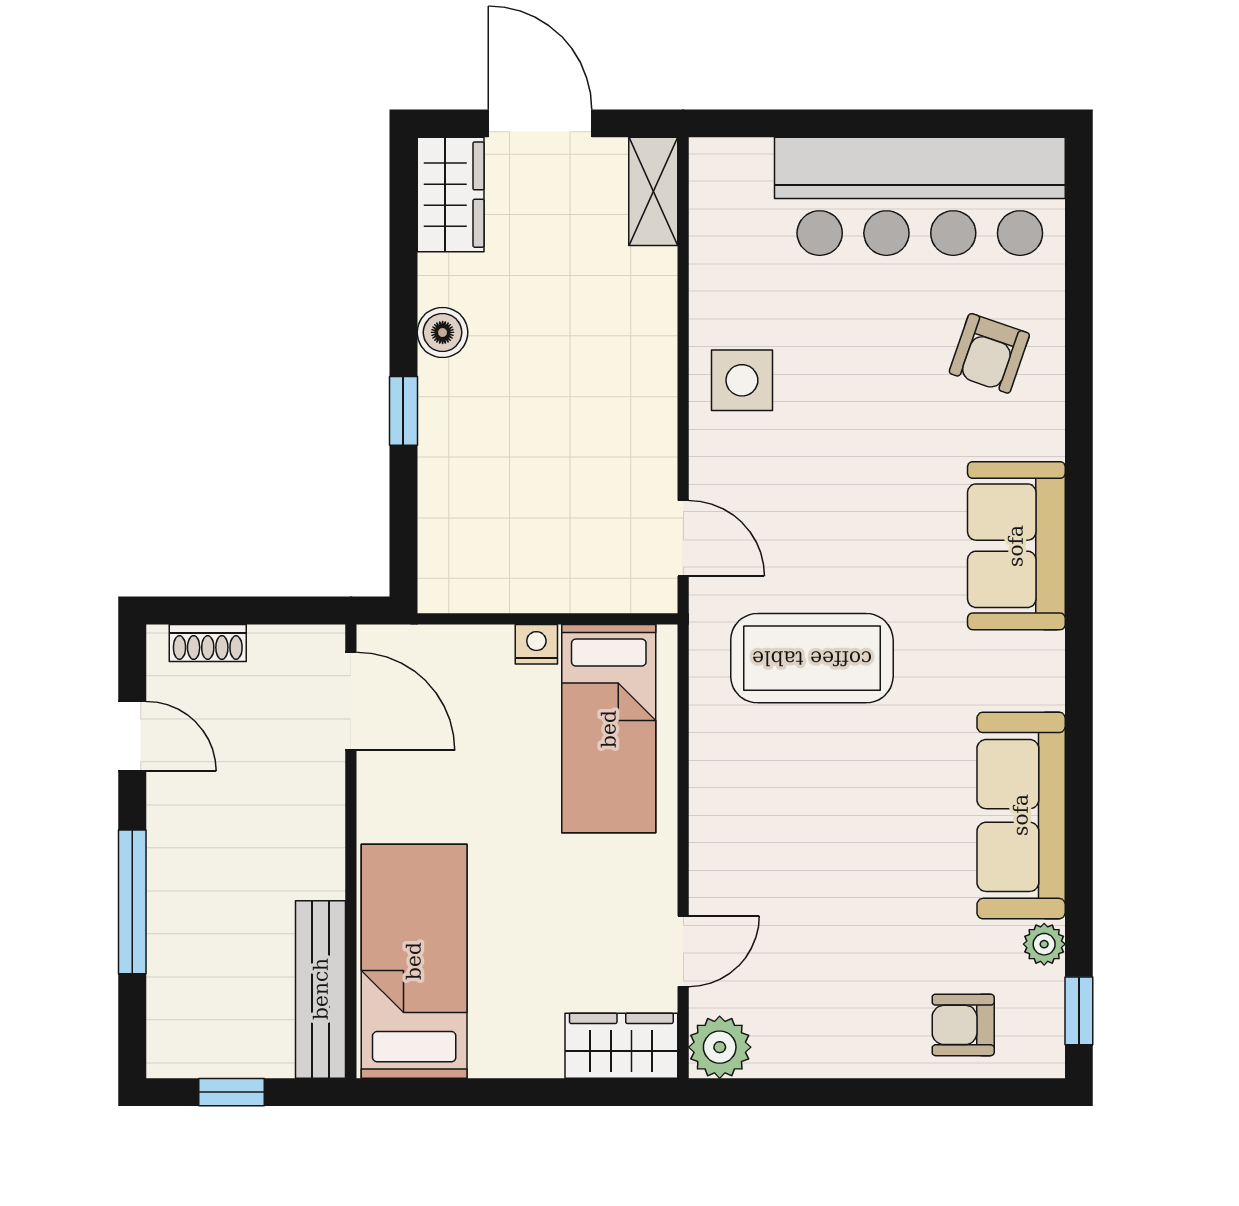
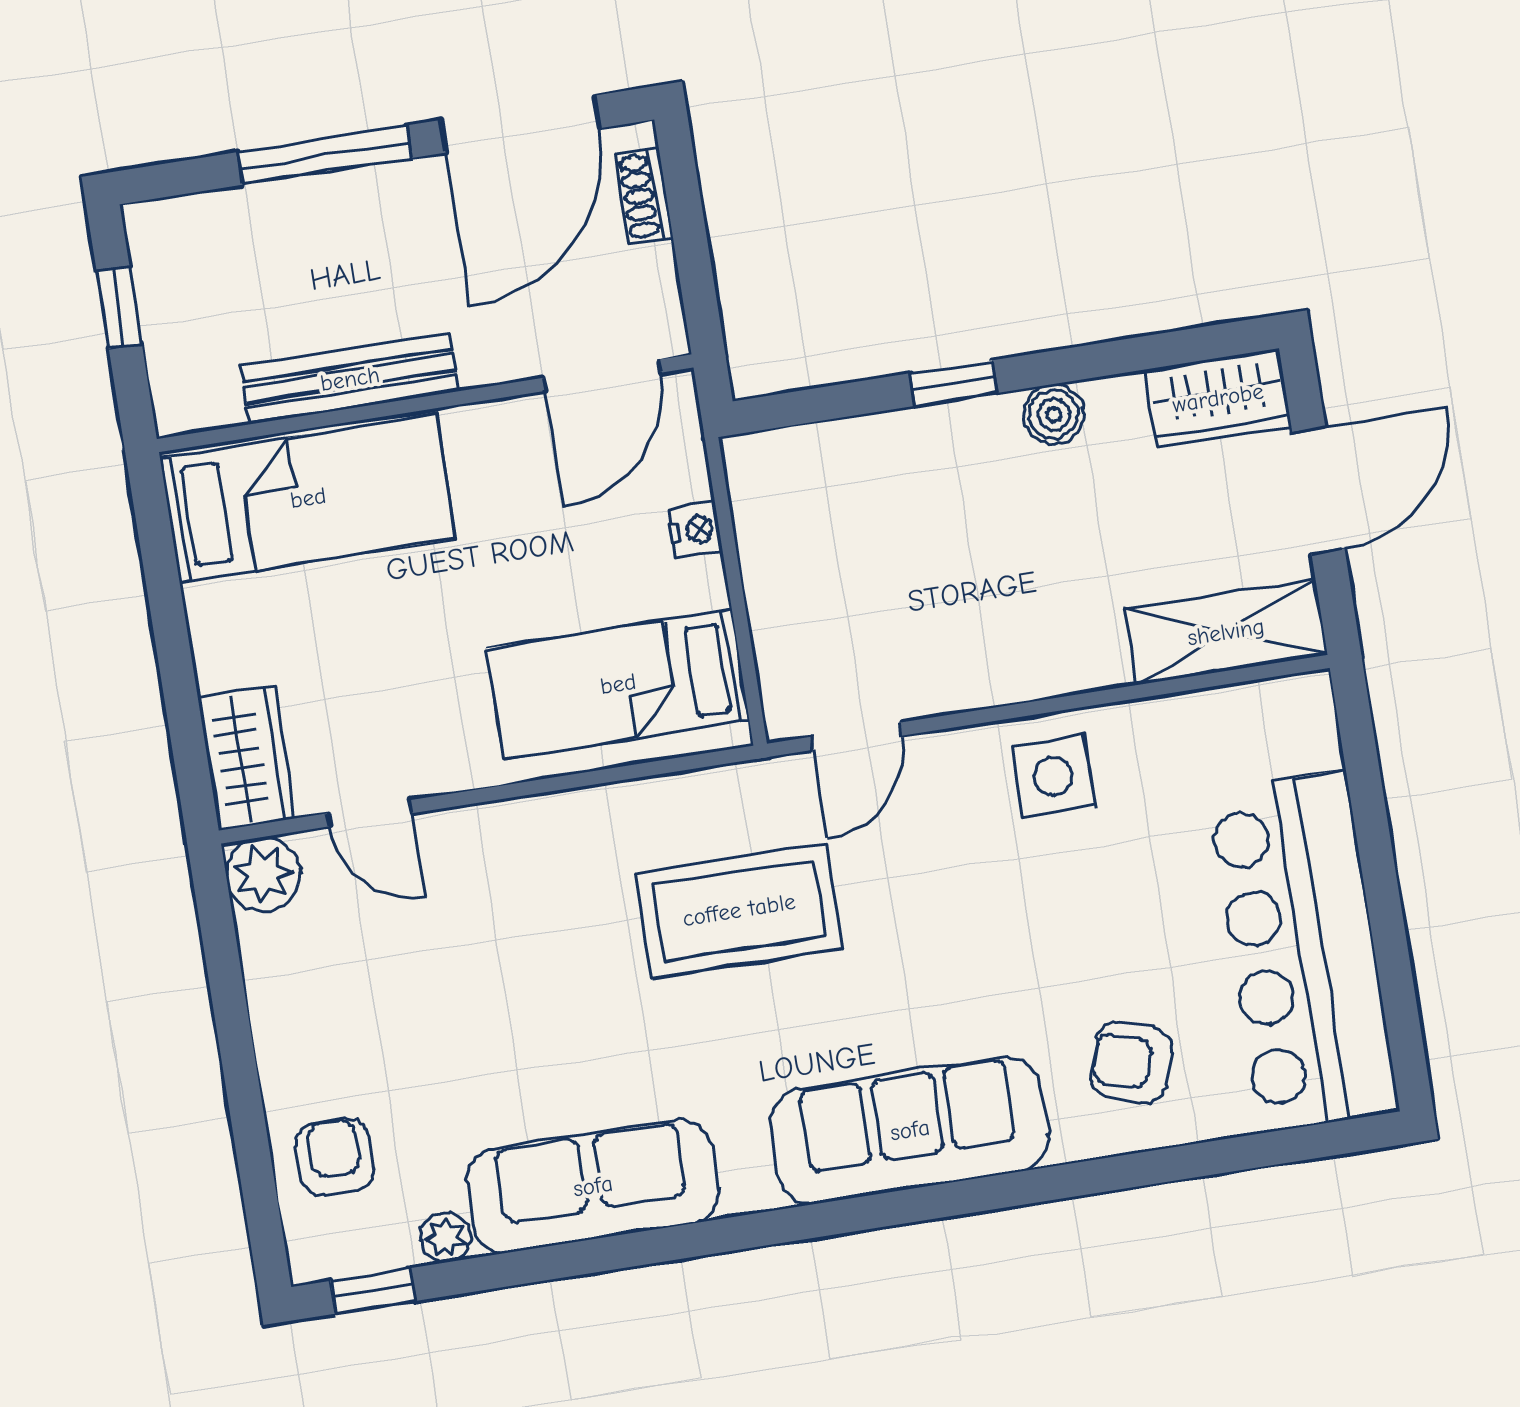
shelving: (653, 191) -> (1226, 632), width x1.50, depth x1.33
sofa: (1016, 546) -> (910, 1130), width x1.36
nightstand: (536, 644) -> (696, 530), moved
coffee table: (812, 658) -> (739, 910), turned 90
door: (132, 736) -> (520, 124), width x1.88
bench: (321, 989) -> (350, 379), moved

